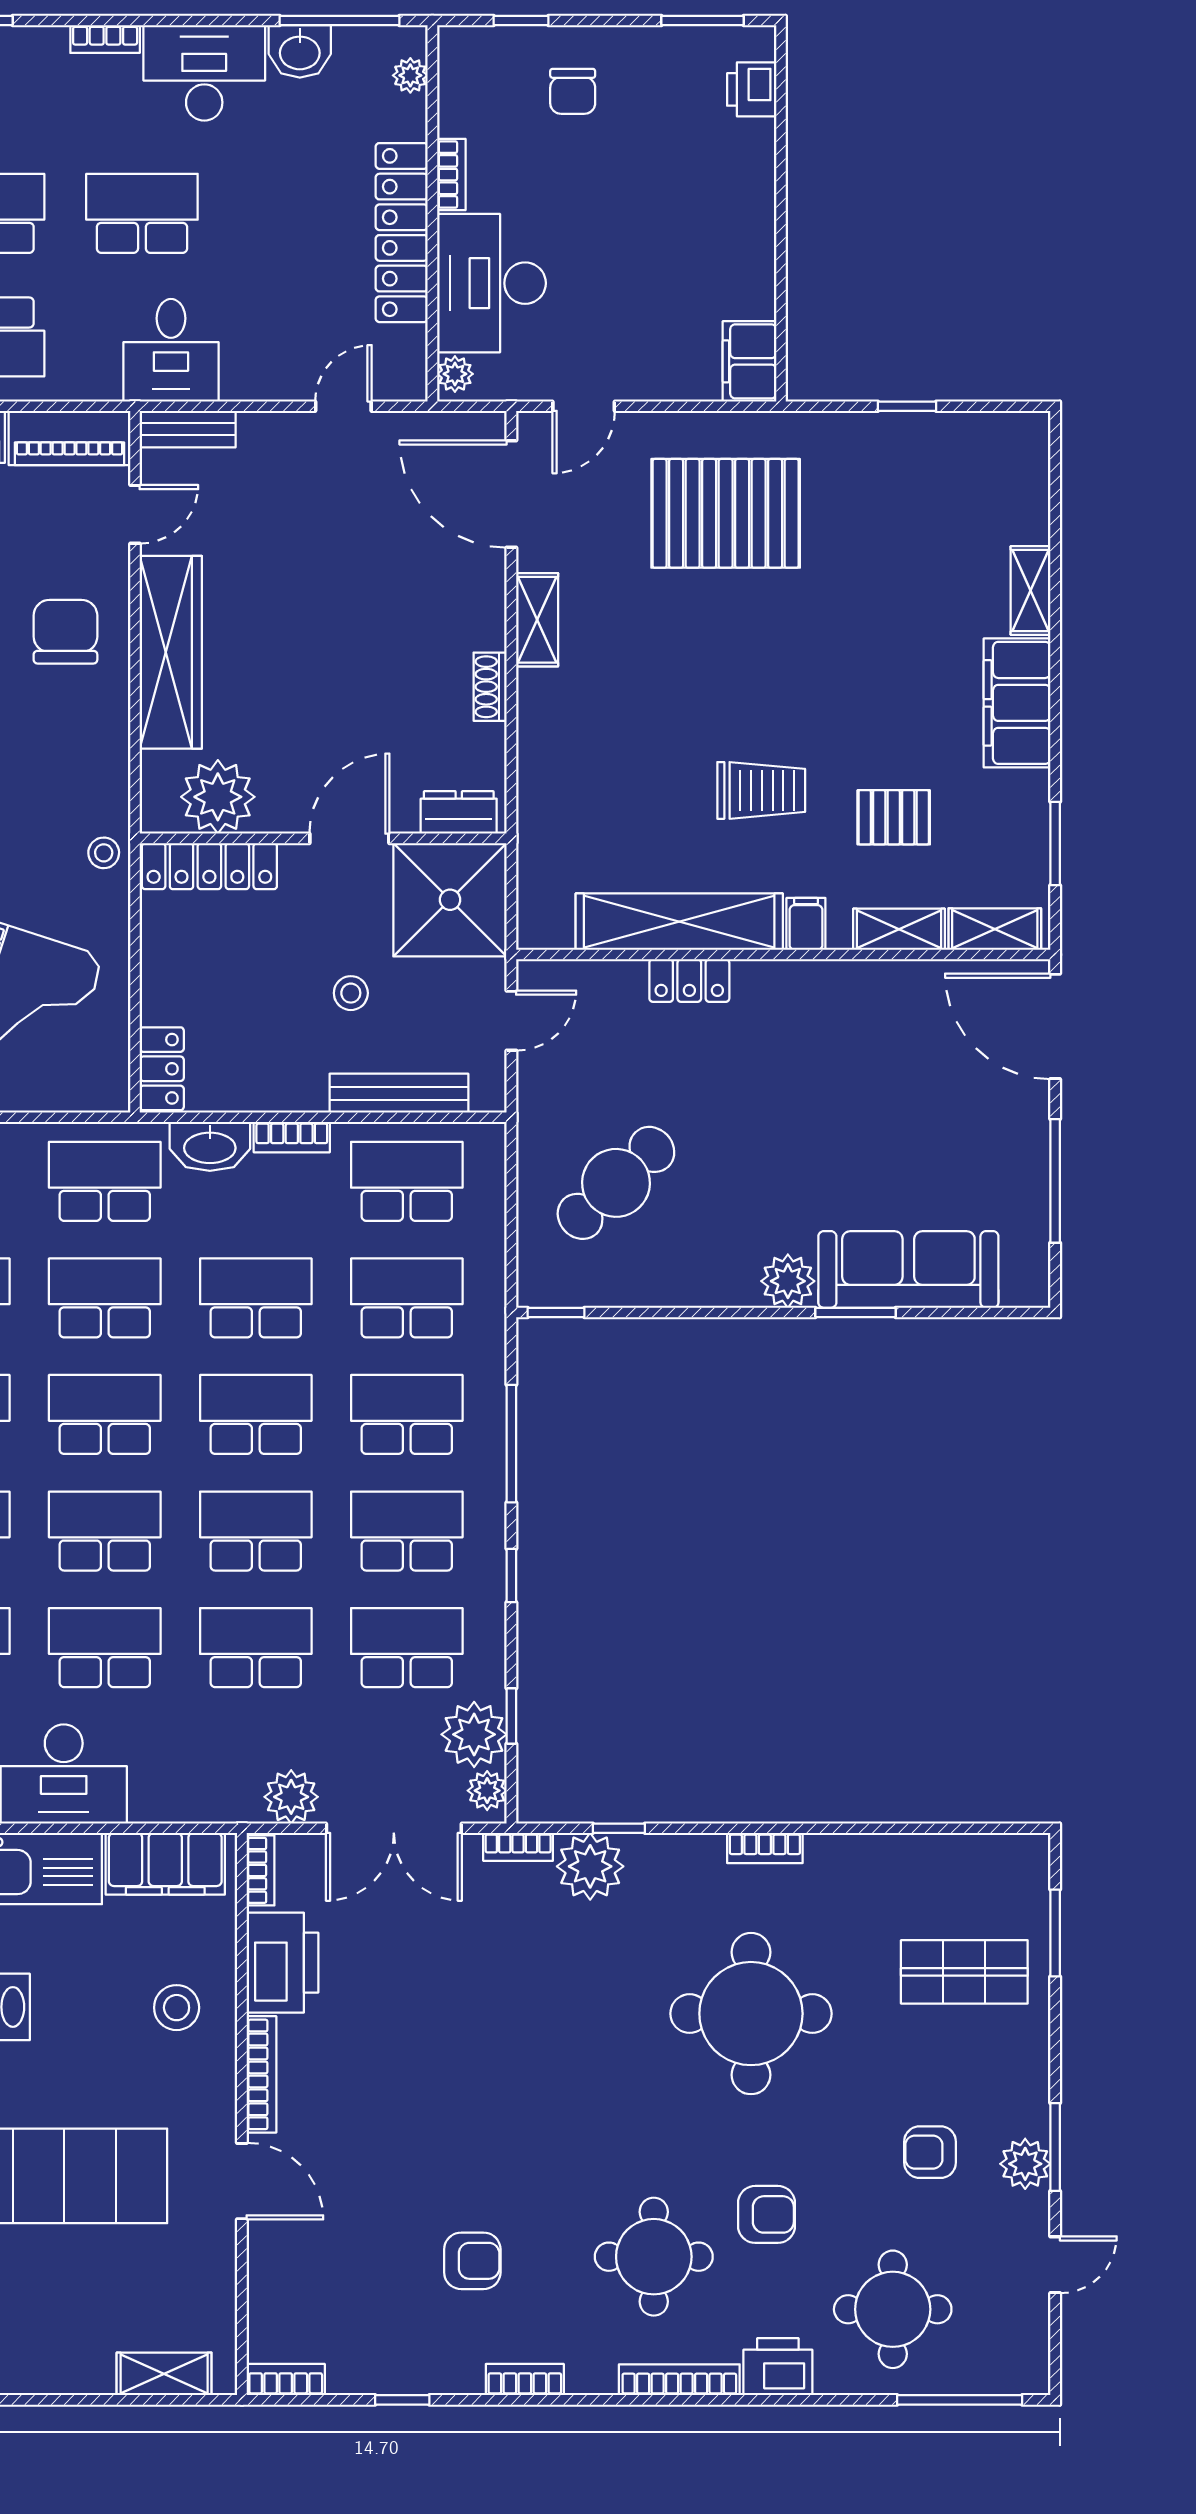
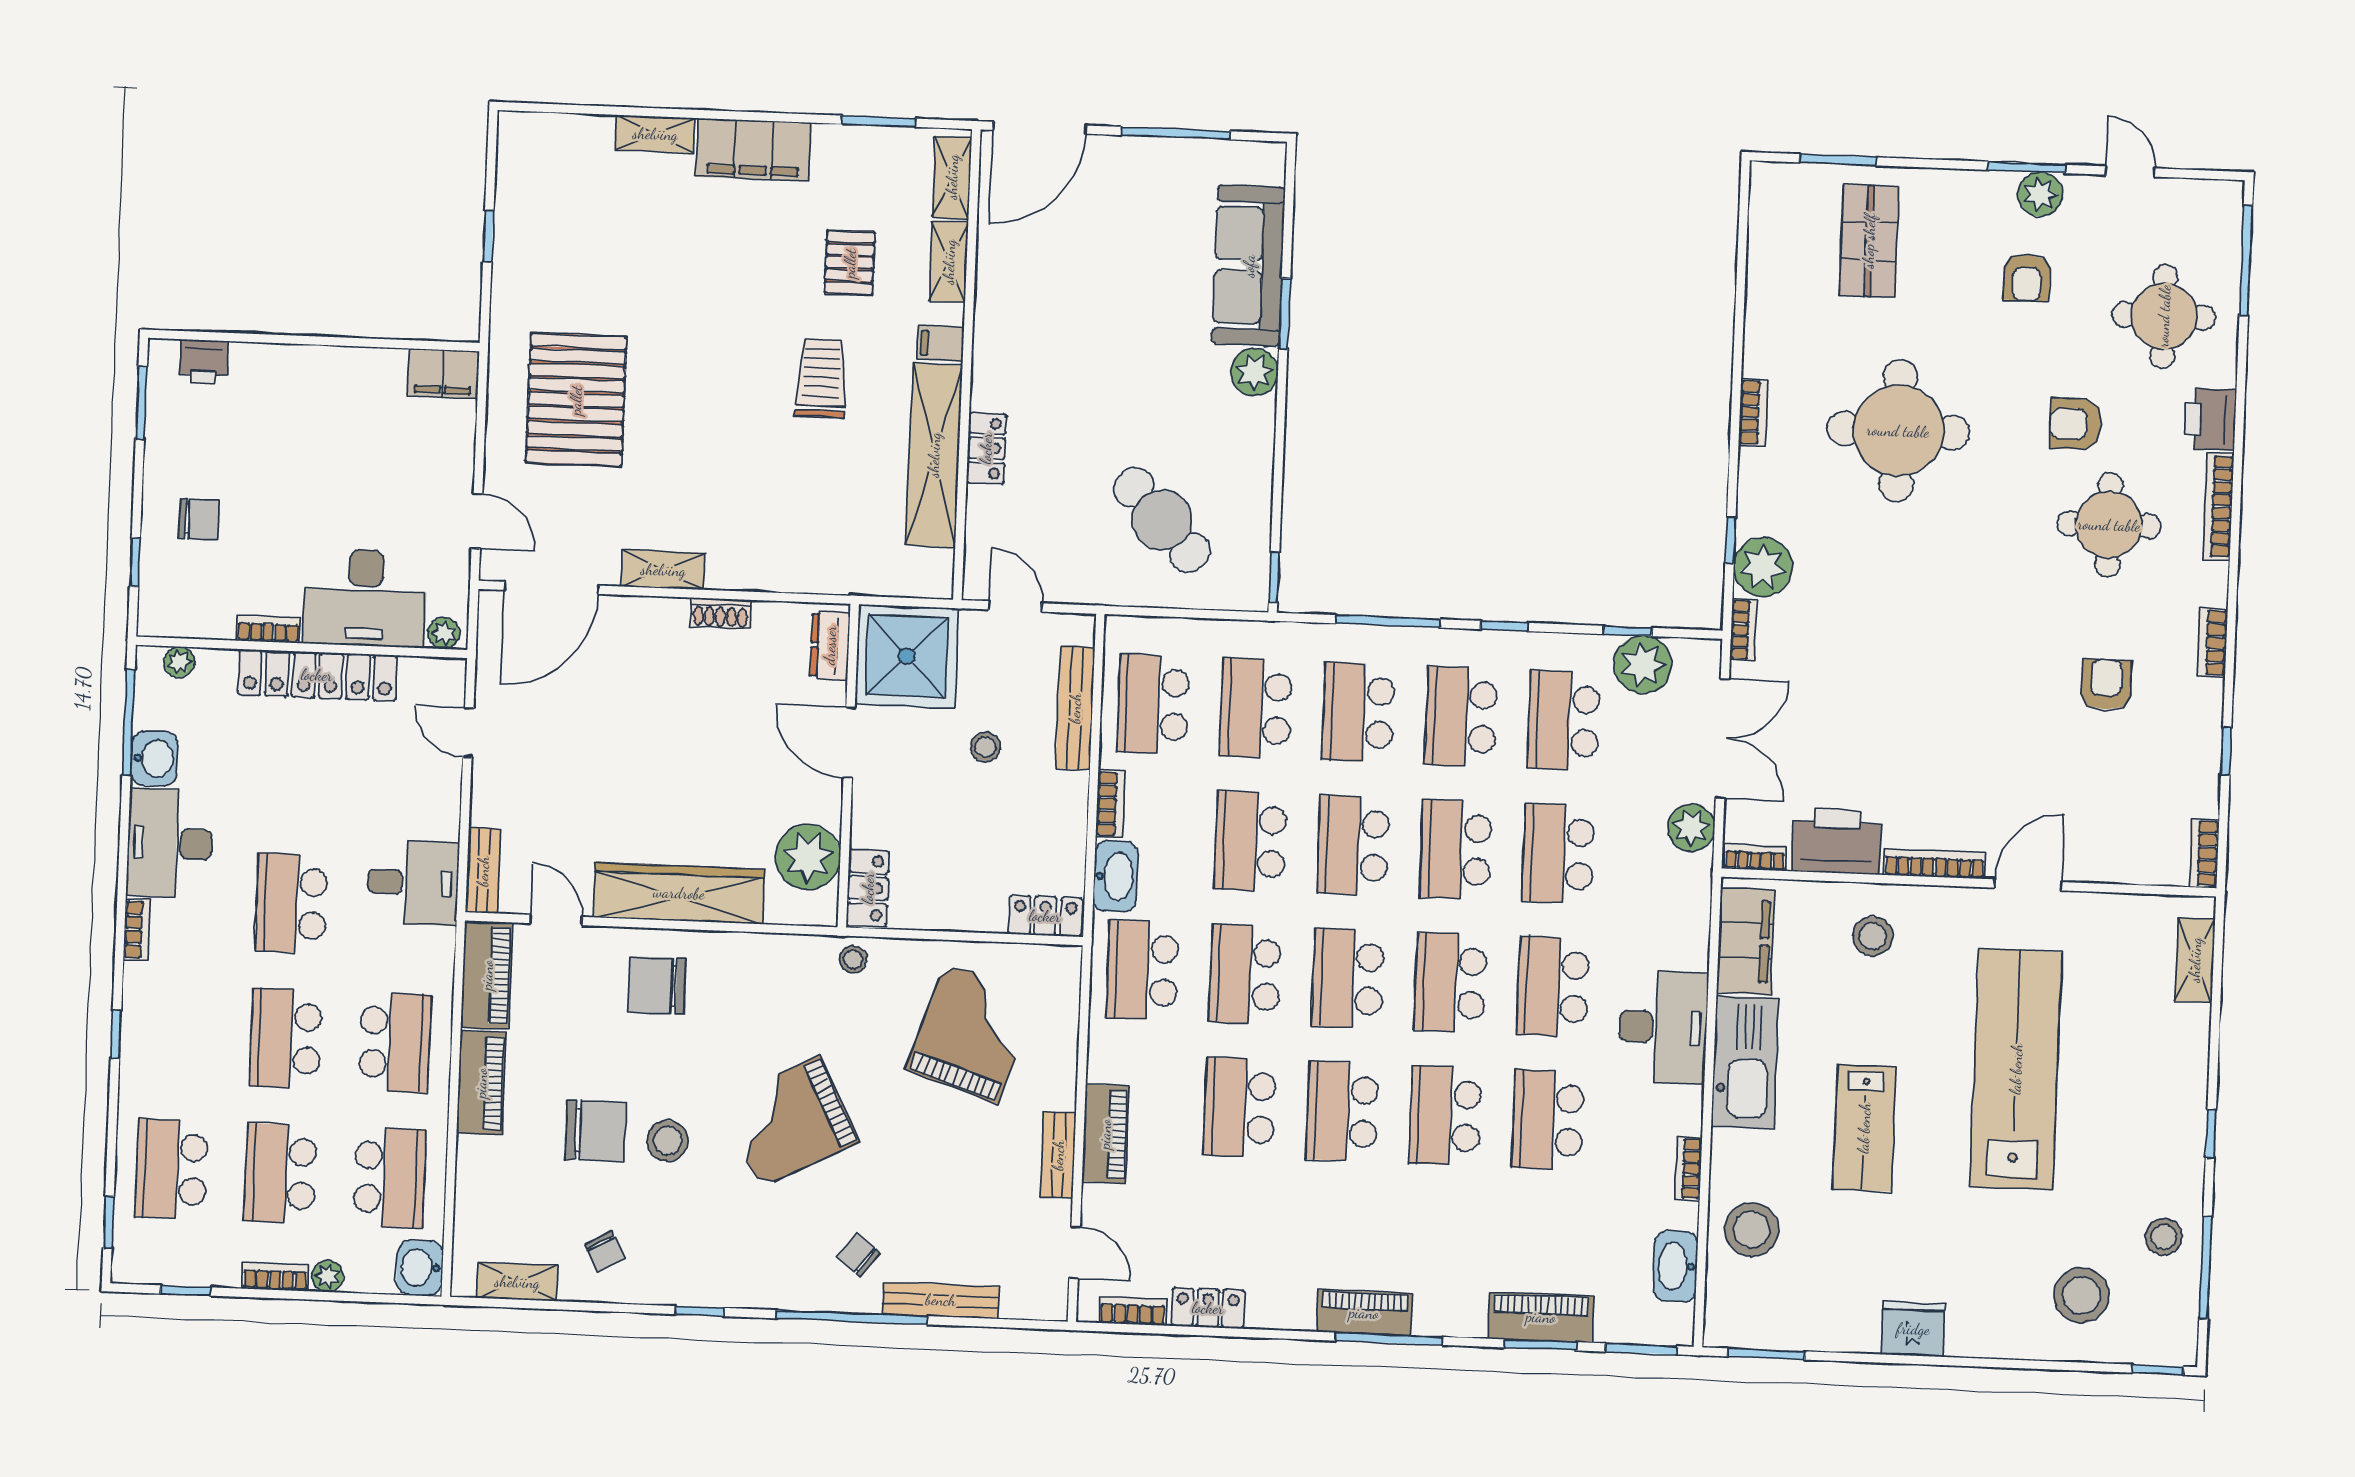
locker: (209, 866) -> (868, 888), width x0.66
plant: (487, 1791) -> (1693, 655), removed
armchair: (766, 2214) -> (2076, 424), turned -90

